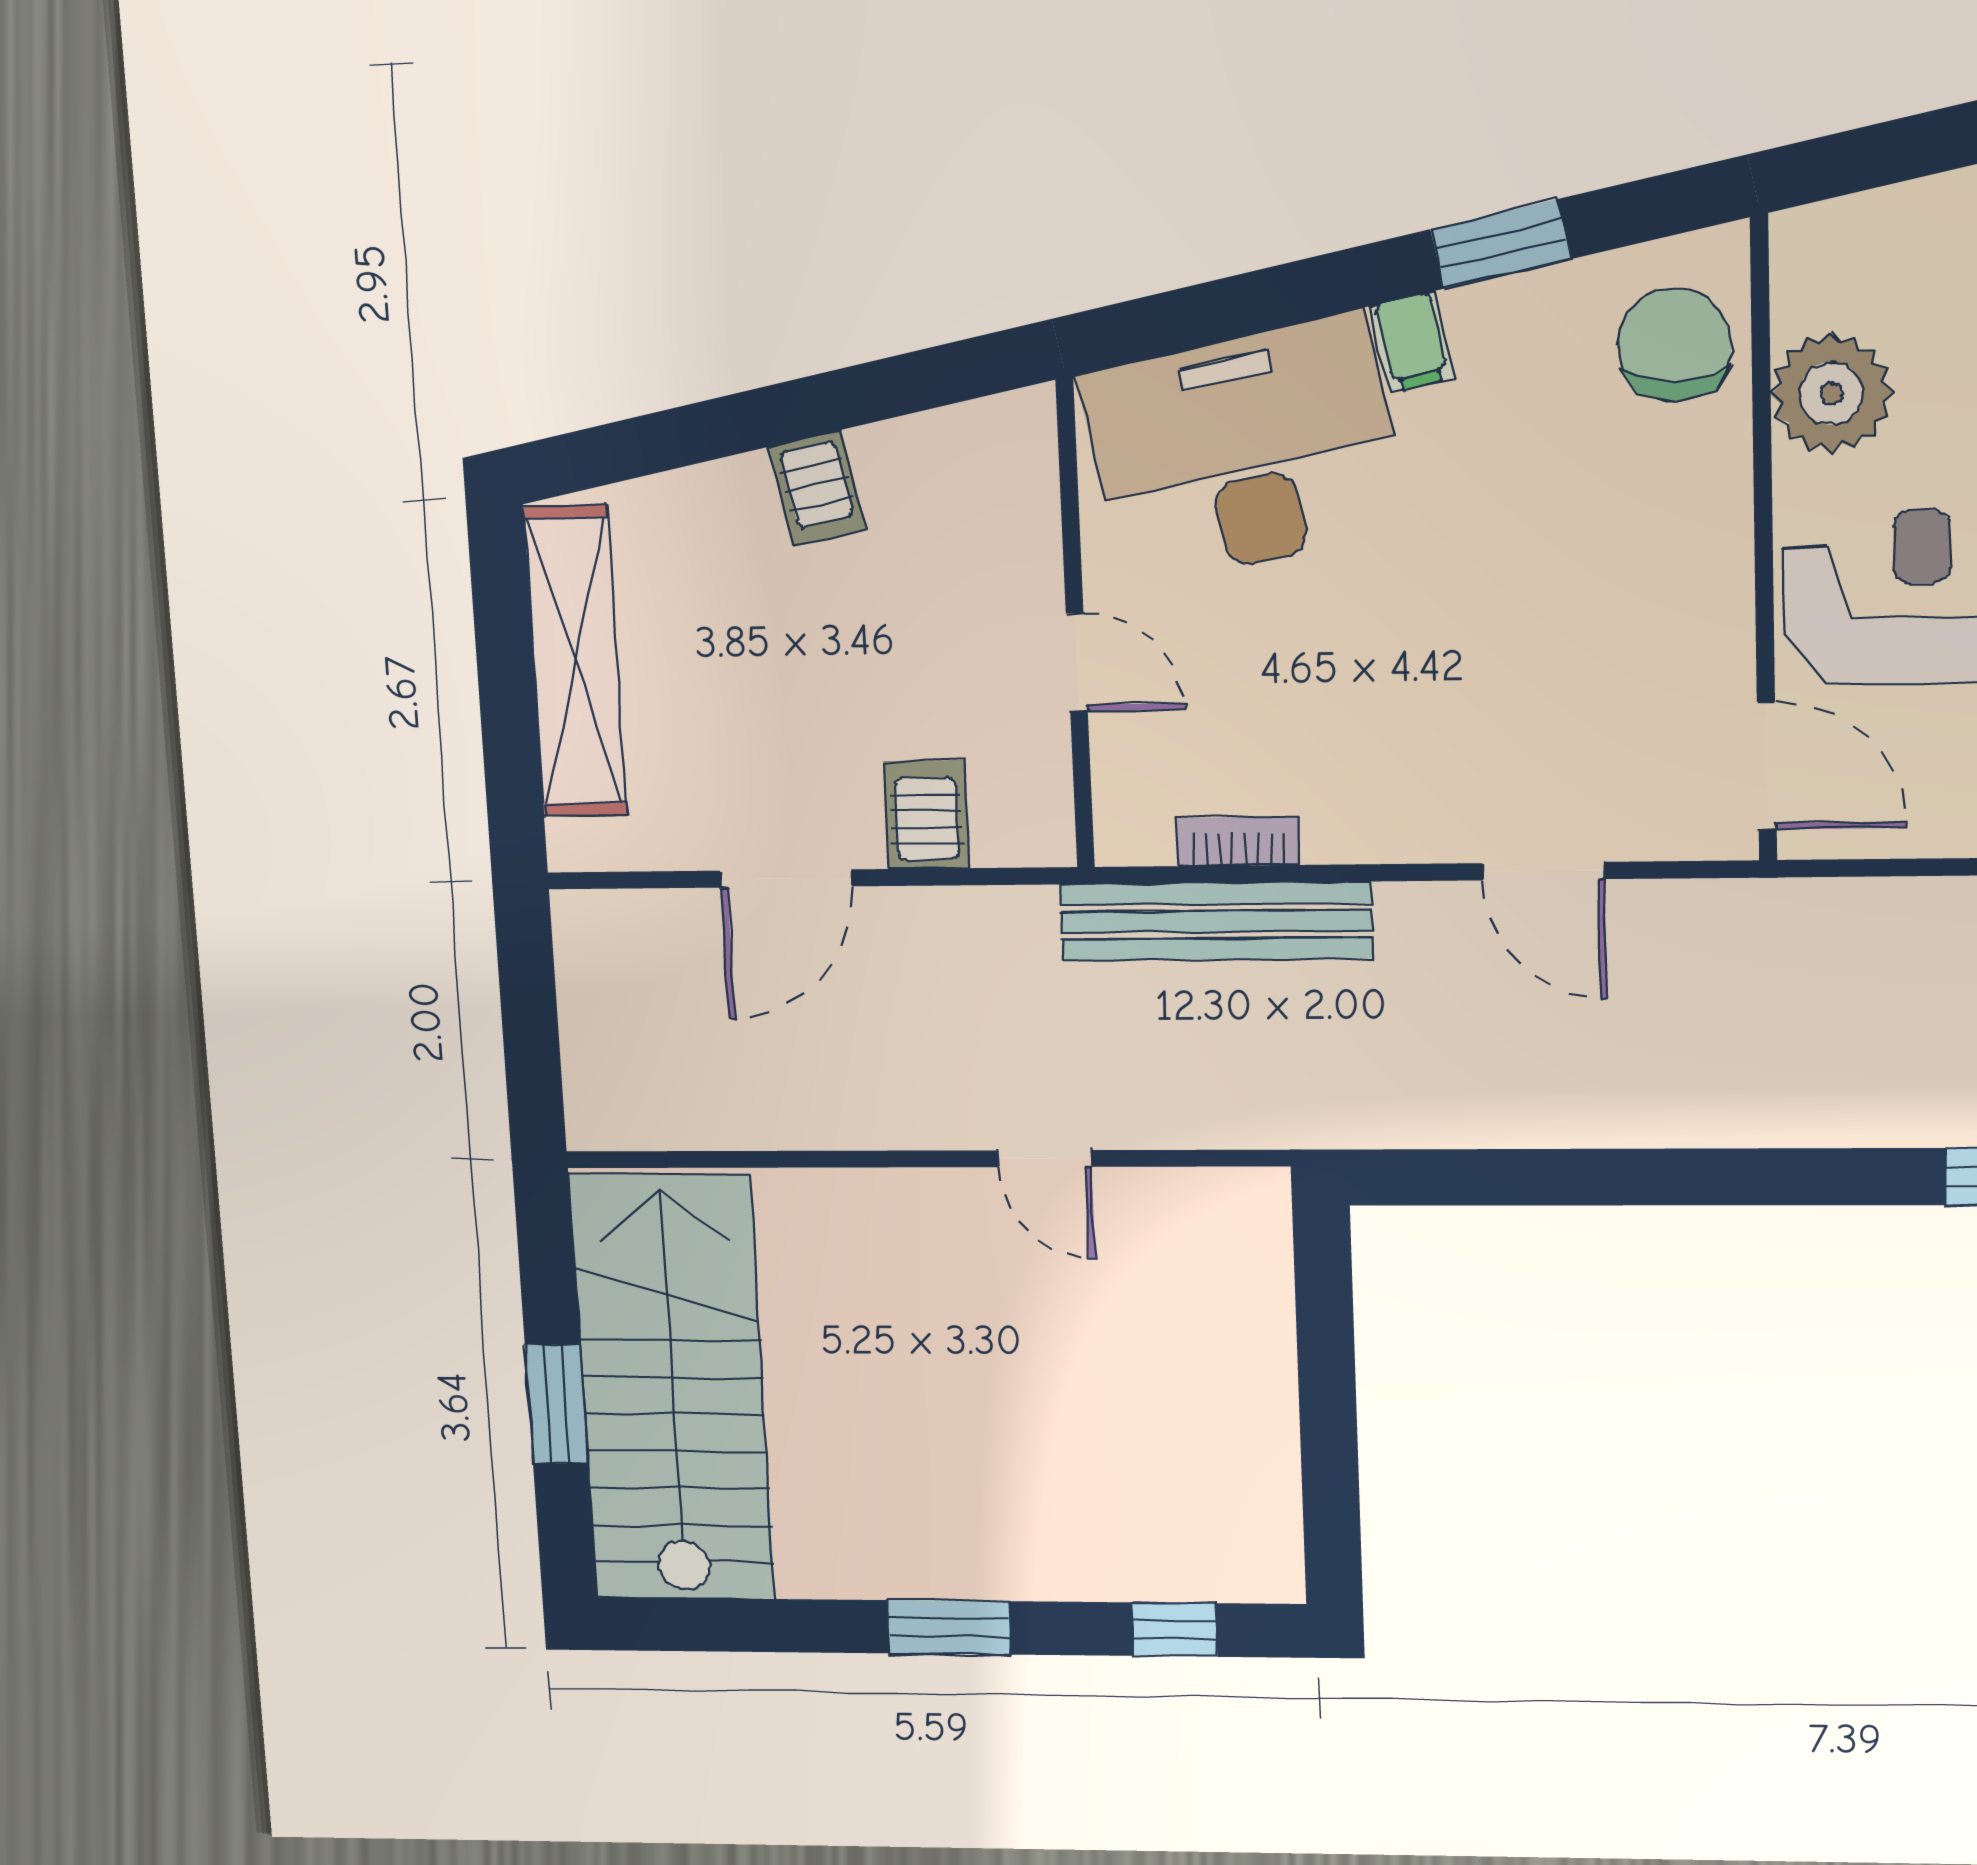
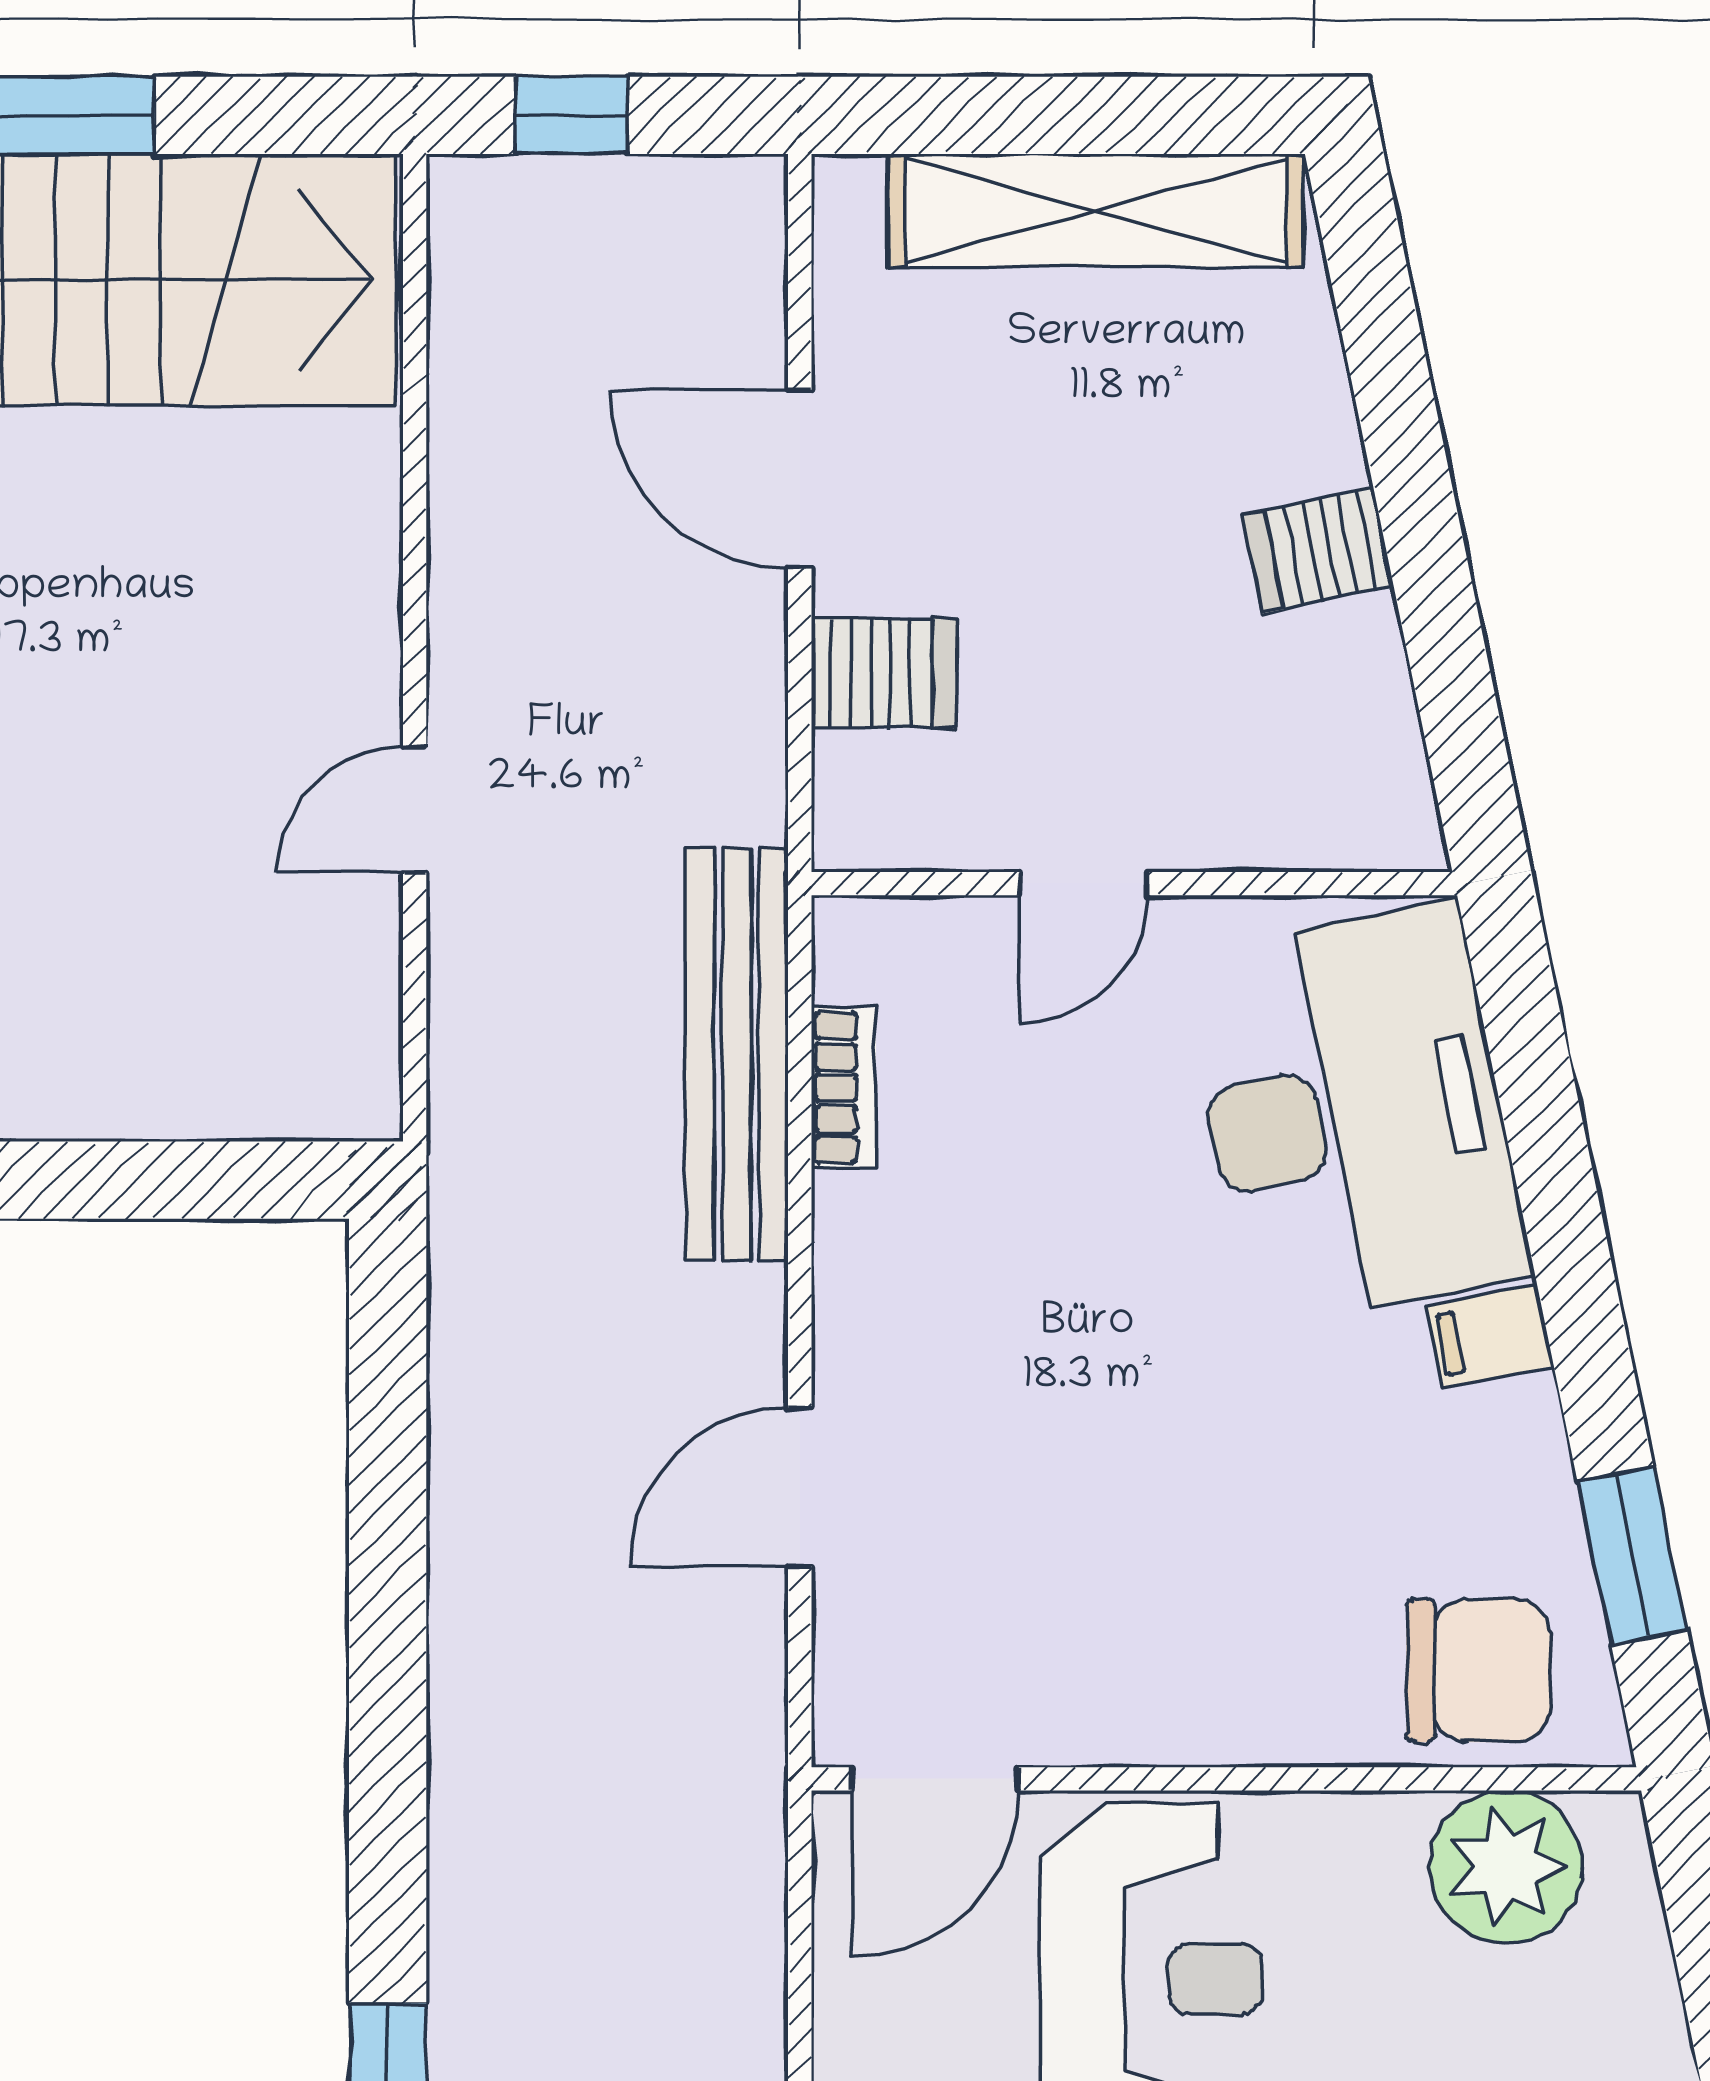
window: (1501, 244) -> (1632, 1556), moved
plant: (1831, 393) -> (1506, 1867), moved
window: (532, 1047) -> (572, 115), added

